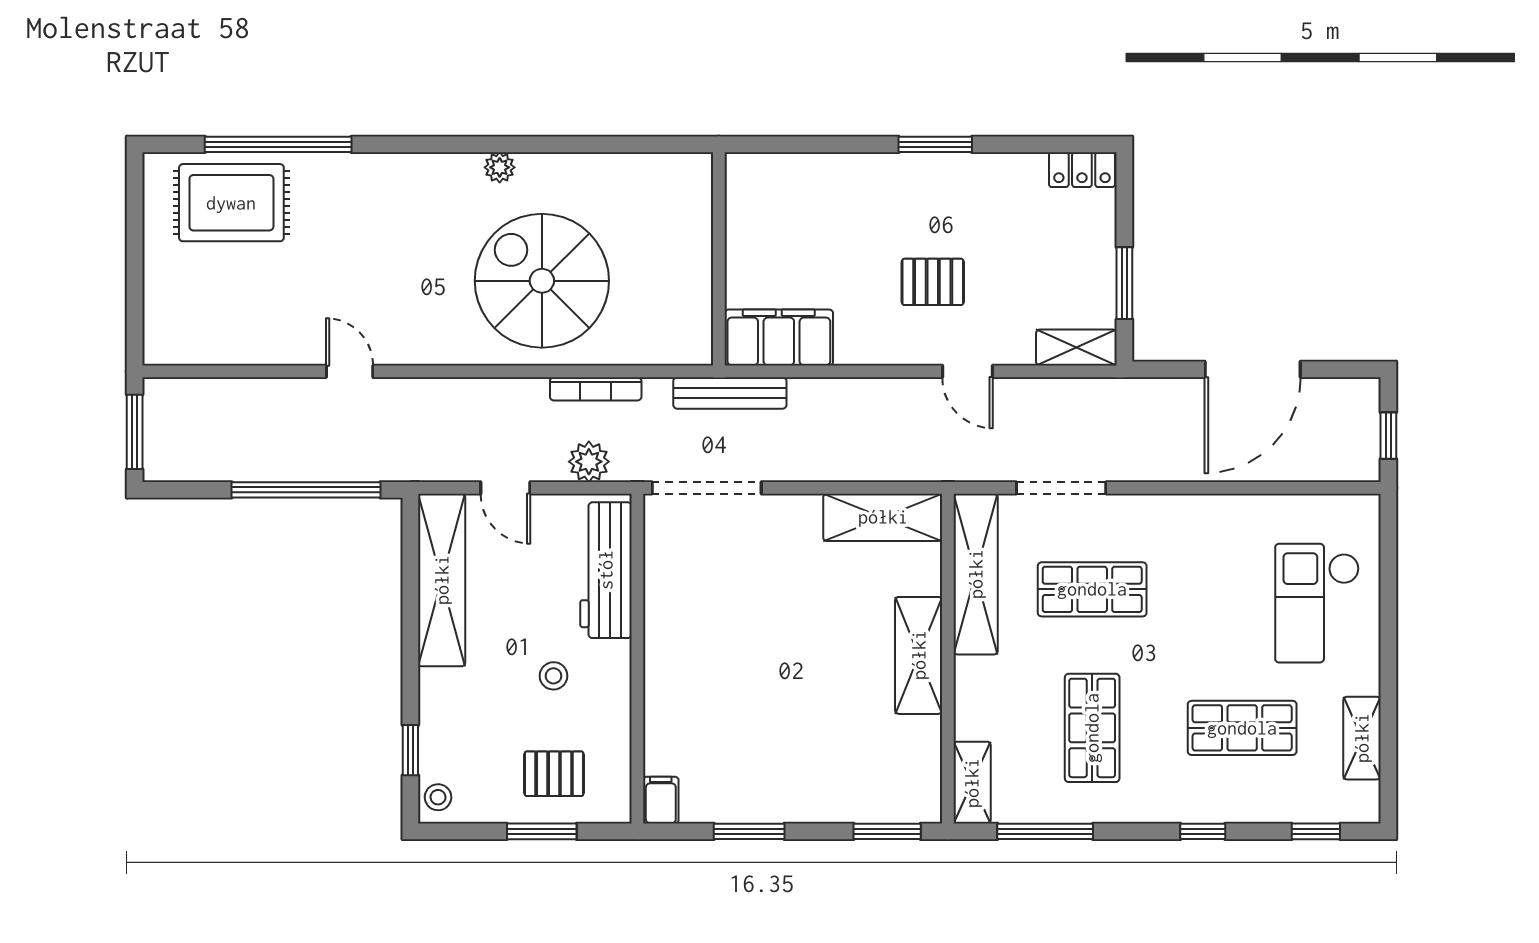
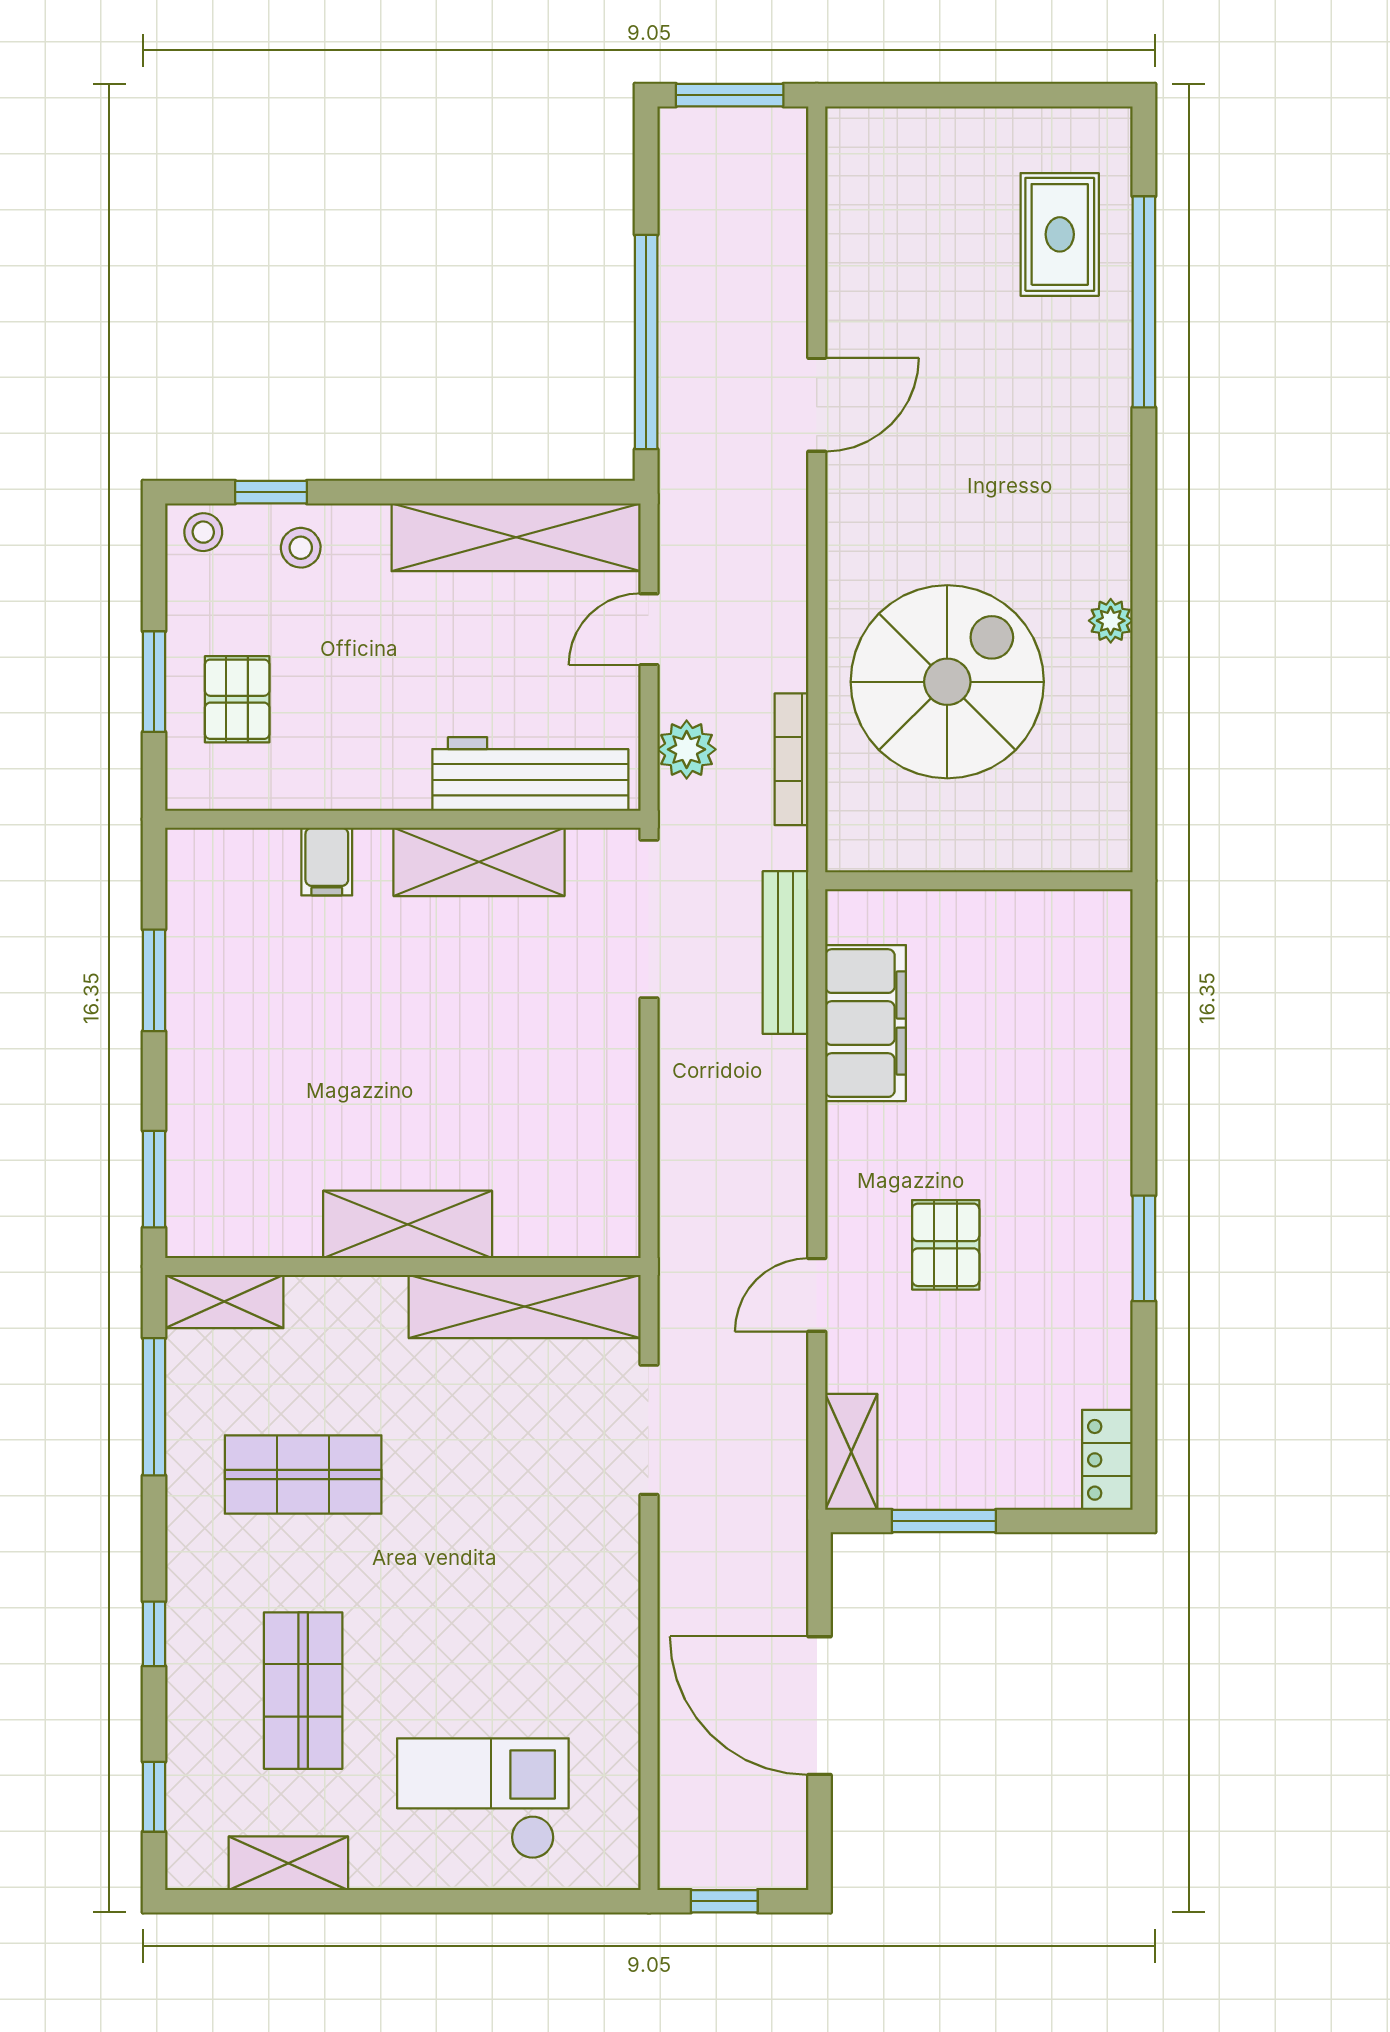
rug: (231, 203) -> (1060, 234), width x0.73, depth x0.70
wall: (719, 259) -> (979, 881), moved
door: (350, 371) -> (817, 405), width x1.38
shelving: (883, 517) -> (479, 862), moved, turned 90
shop shelf: (1092, 589) -> (503, 1474), removed
stool: (553, 676) -> (301, 548), moved
filing cabinet: (661, 800) -> (327, 862), moved, turned 90

